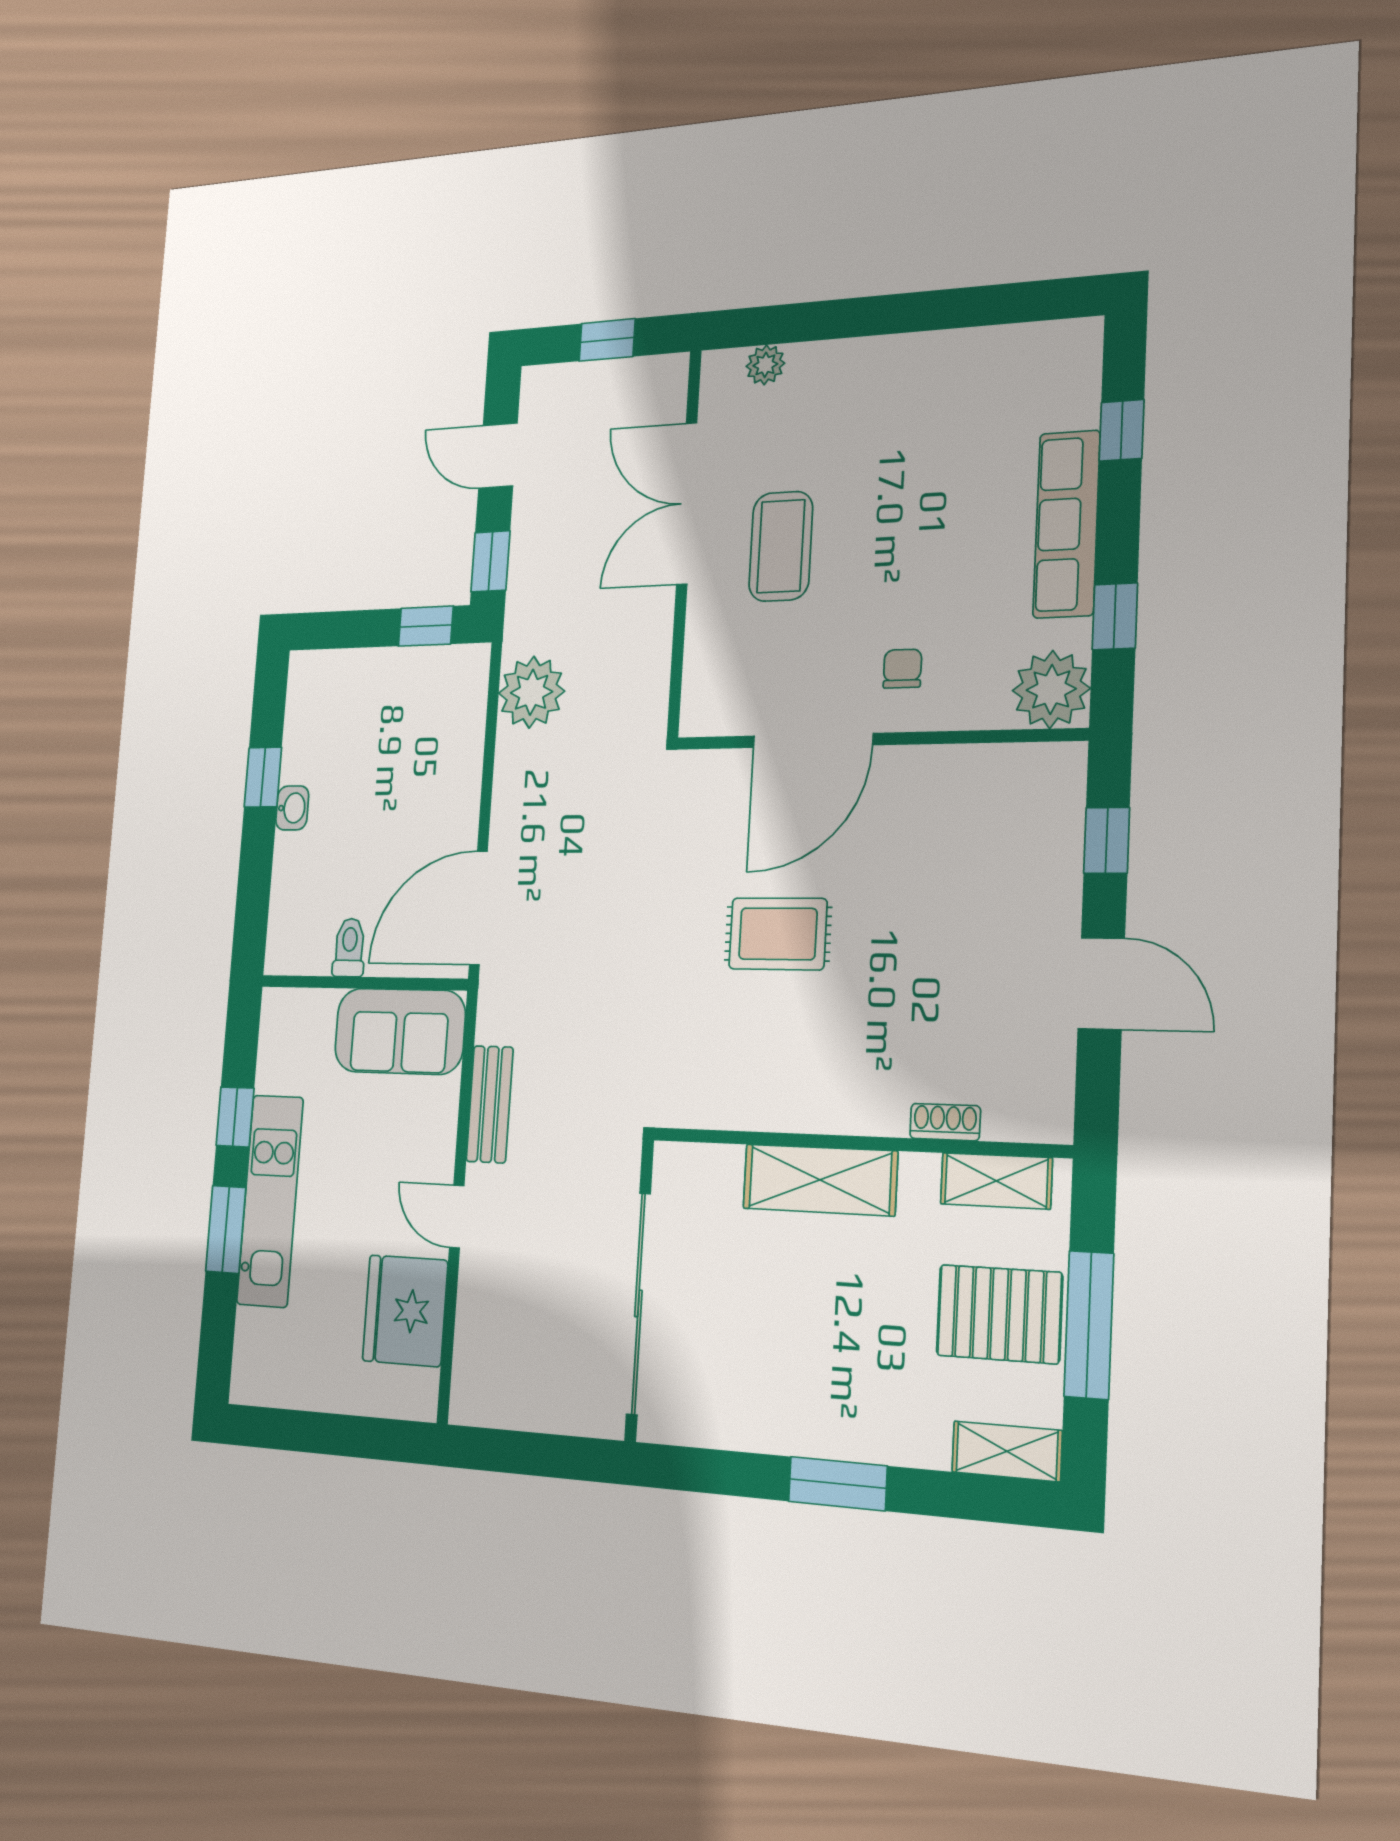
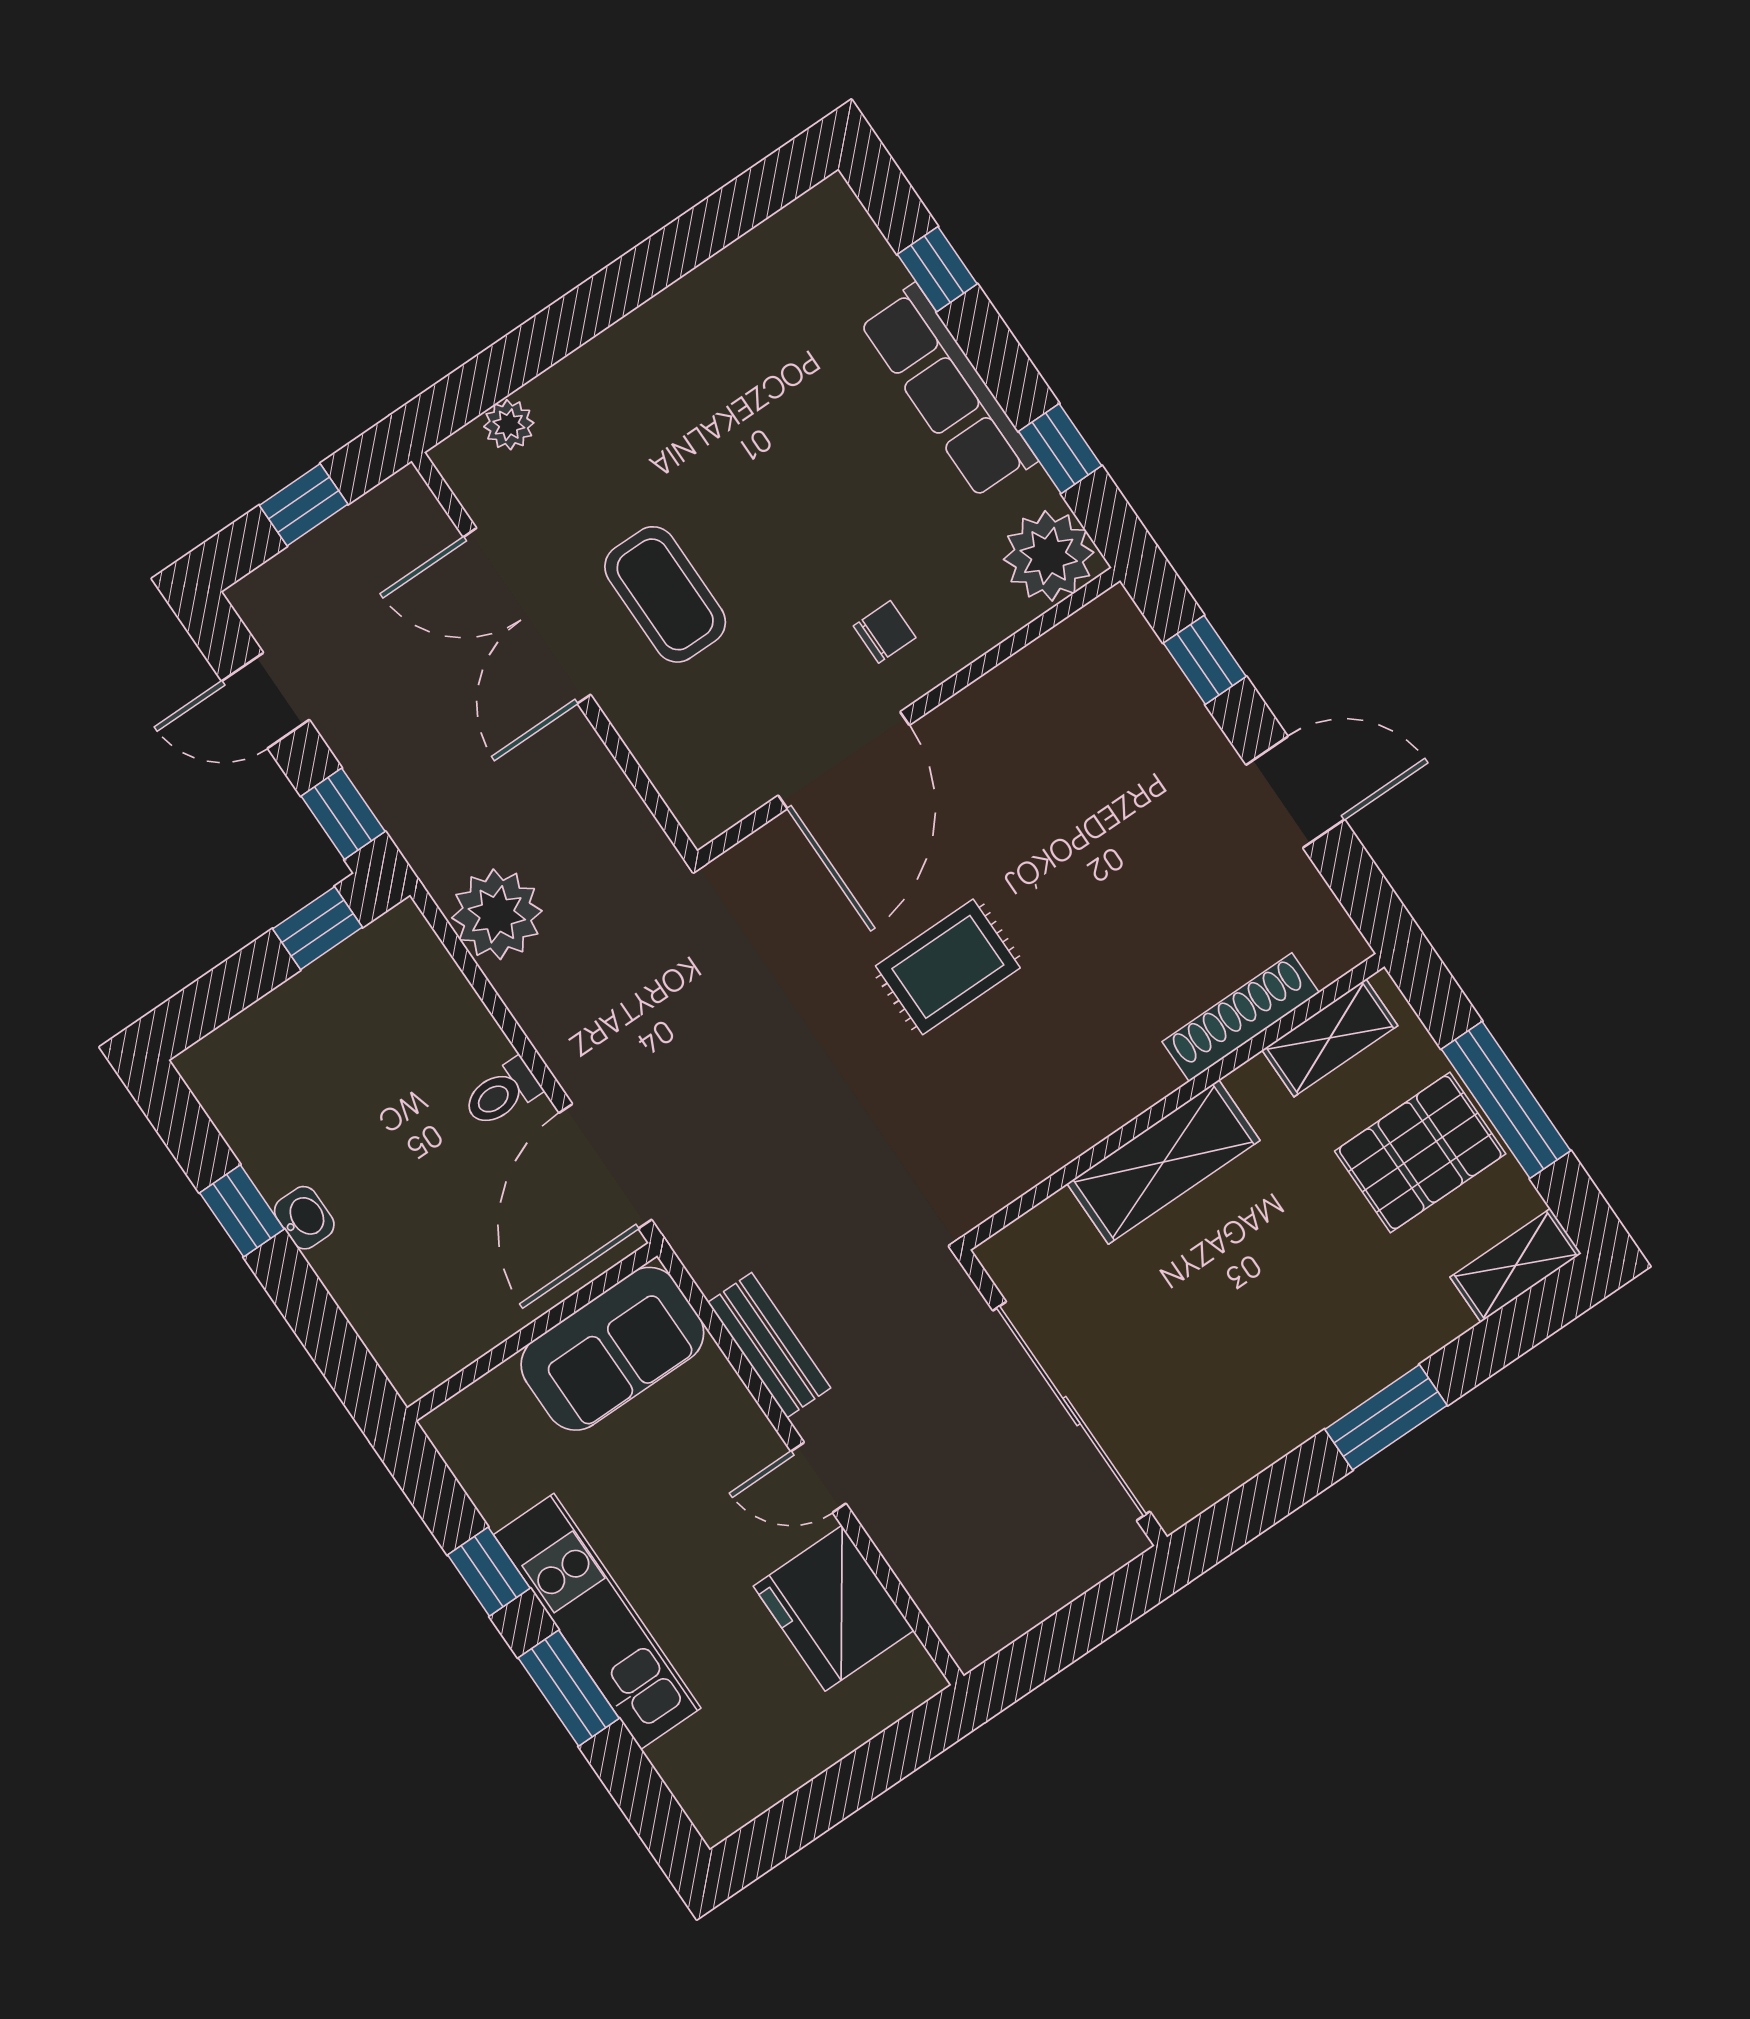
chair: (902, 669) -> (885, 632), turned 90
toilet: (349, 948) -> (502, 1093), moved, turned -90
shoe rack: (945, 1122) -> (1241, 1017), width x1.94, depth x1.24

